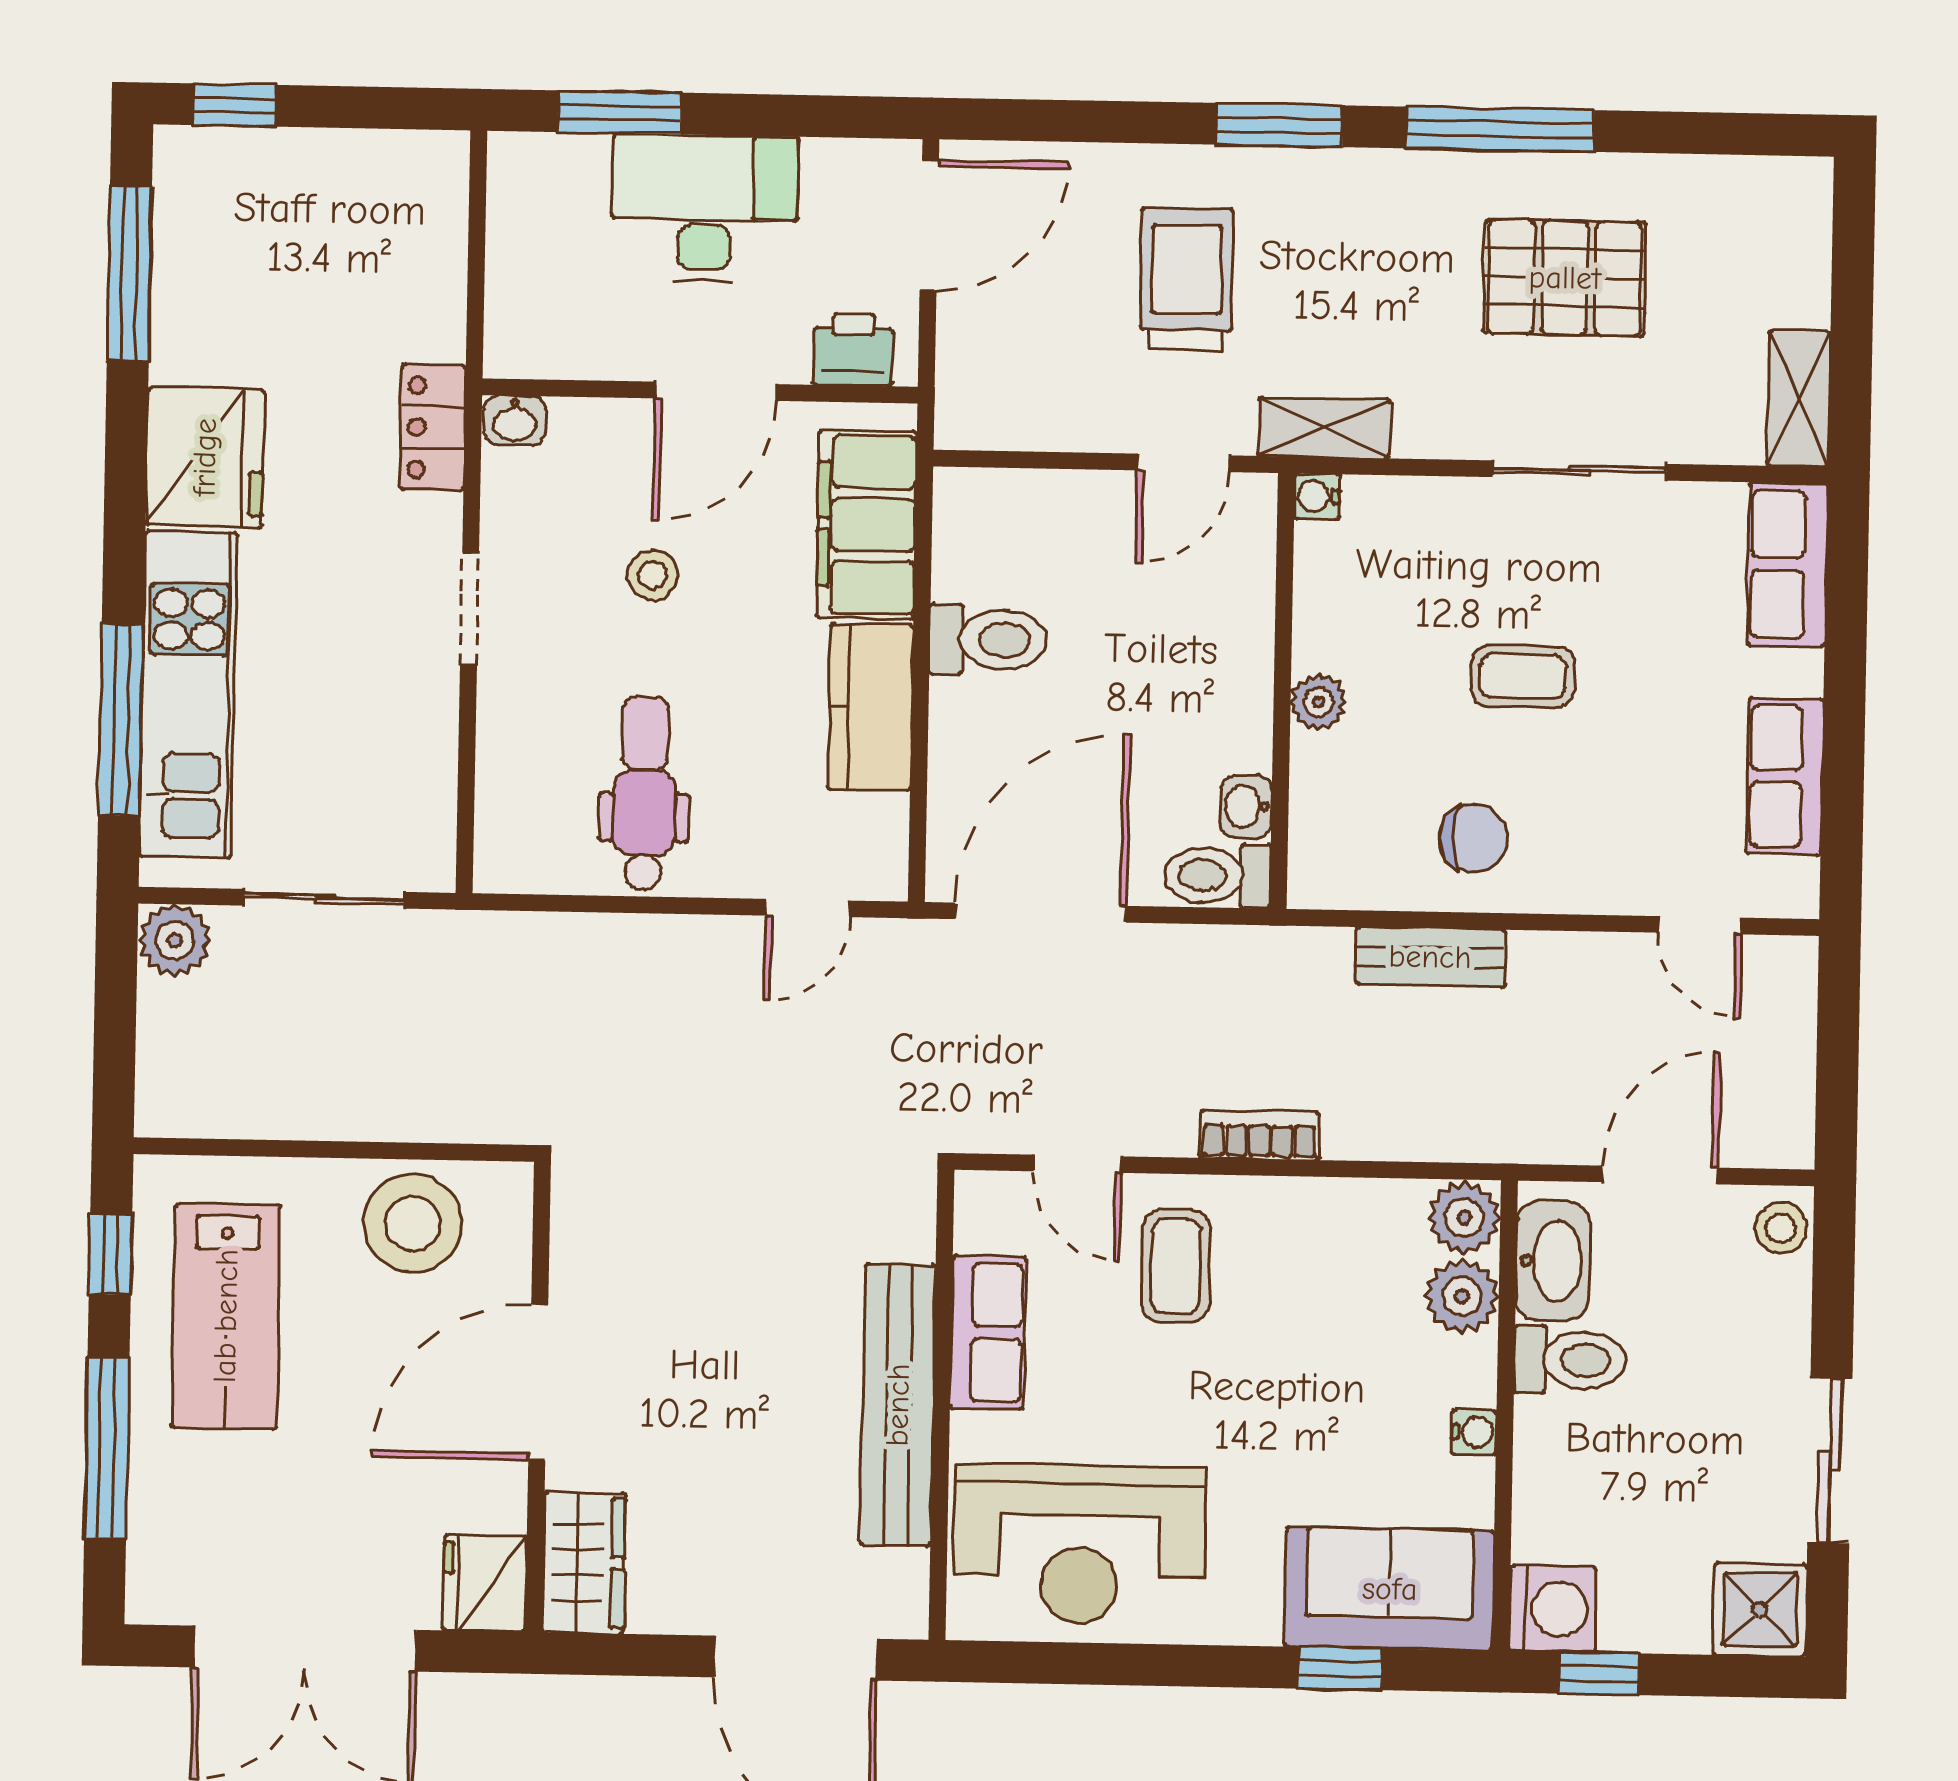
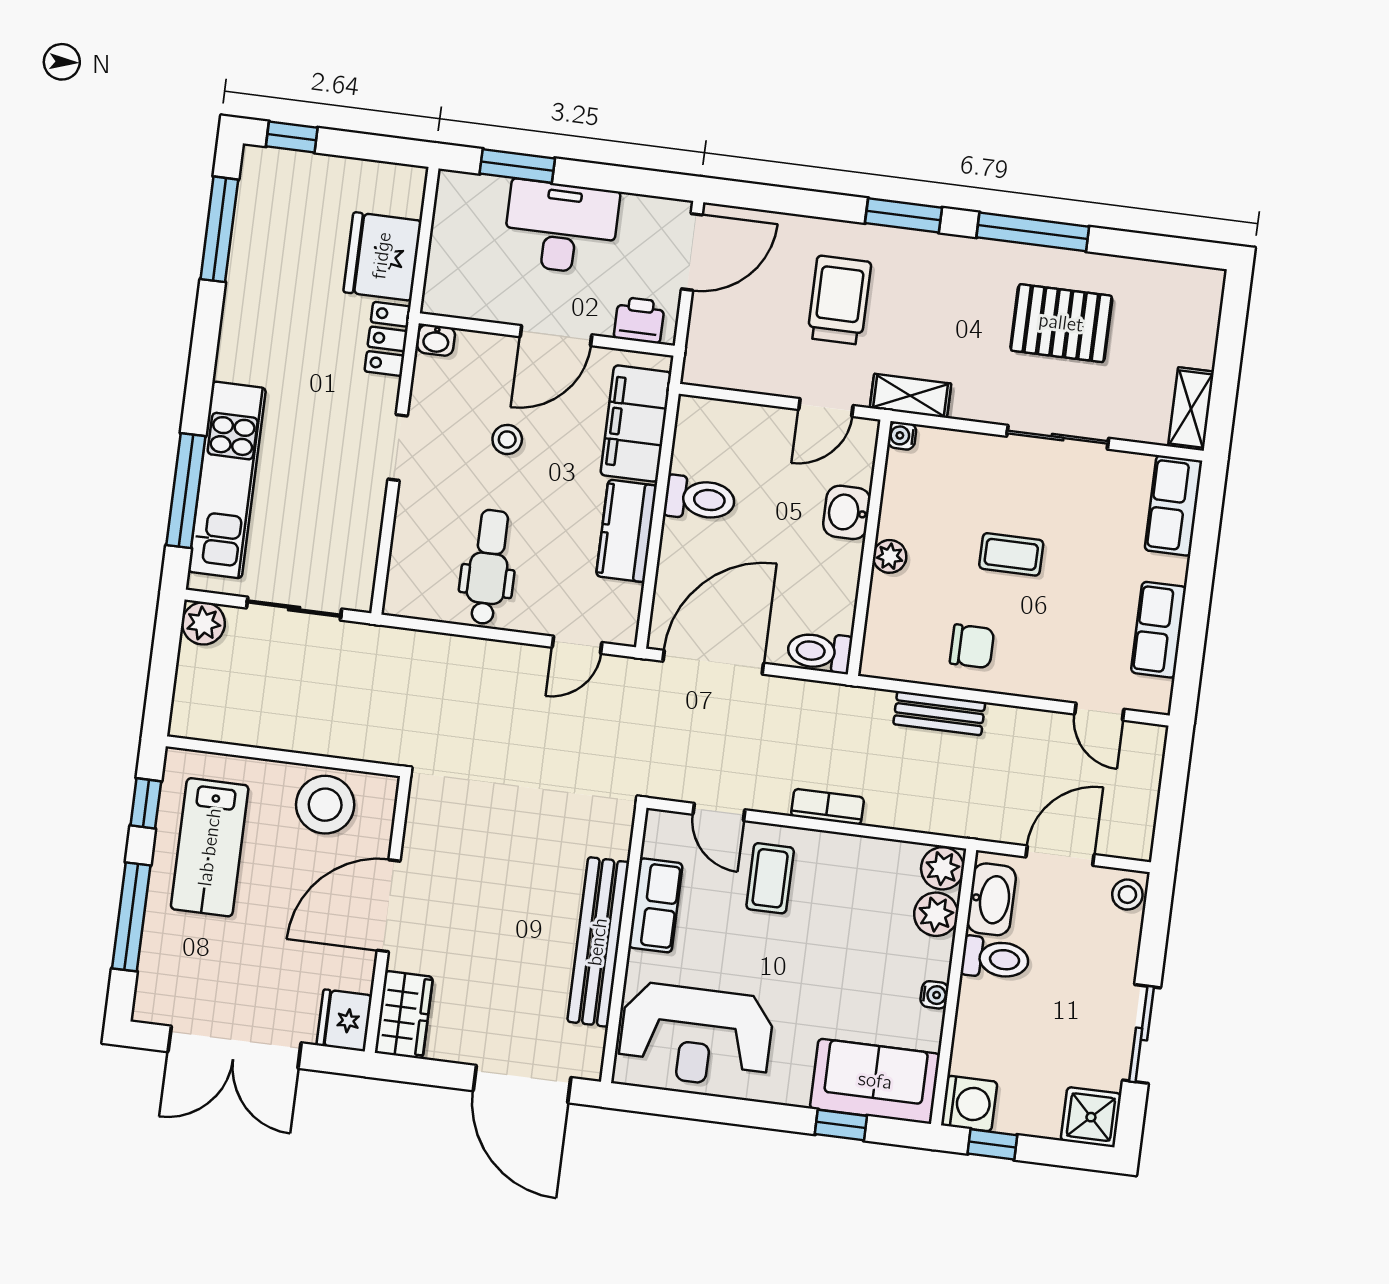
fridge: (205, 457) -> (382, 256), moved, turned 180
washbasin: (1246, 806) -> (847, 512), moved, width x1.38, depth x1.45

